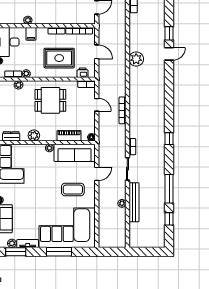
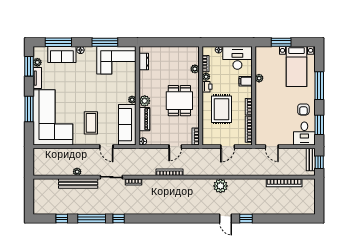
printer: (83, 73) -> (207, 87), moved
plant: (34, 135) -> (145, 101), moved
window: (169, 139) -> (119, 218), moved

